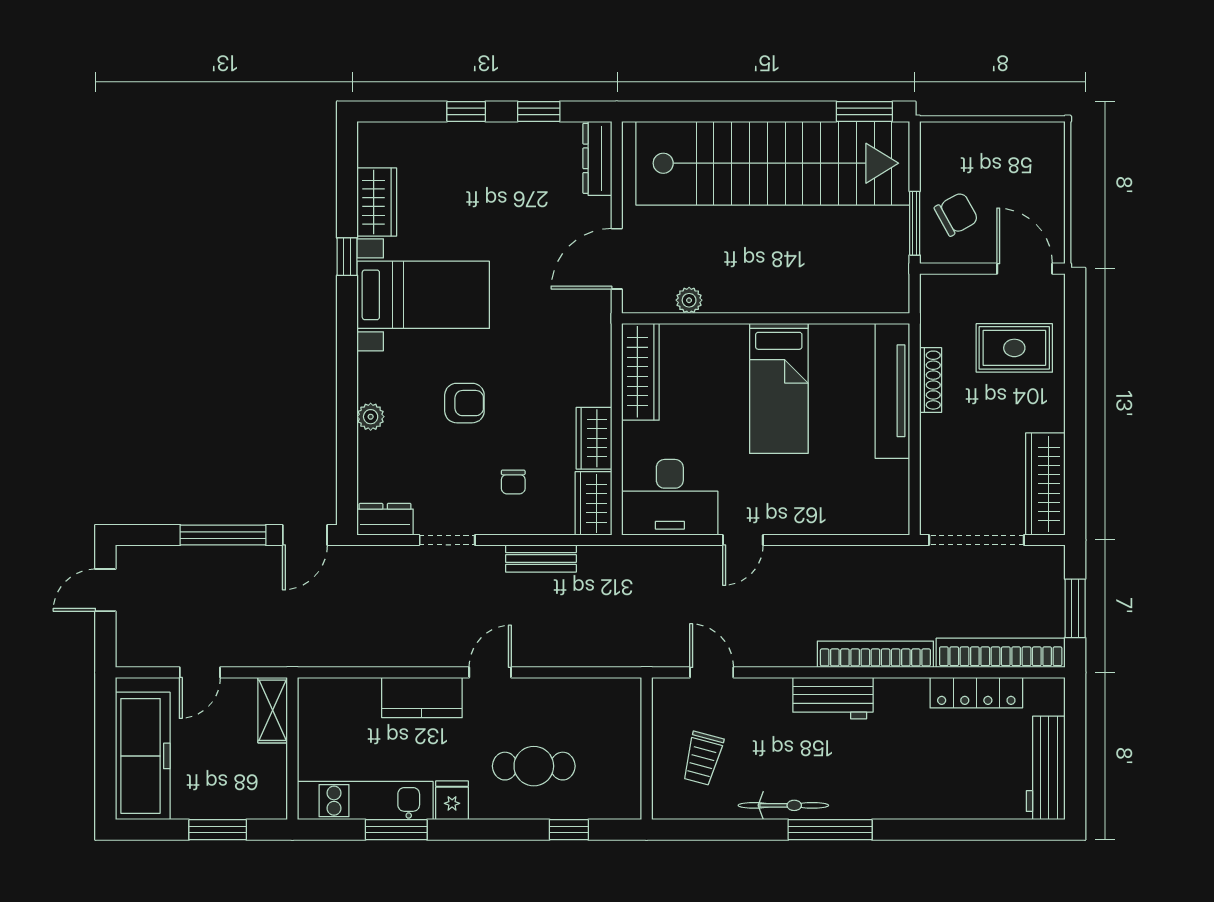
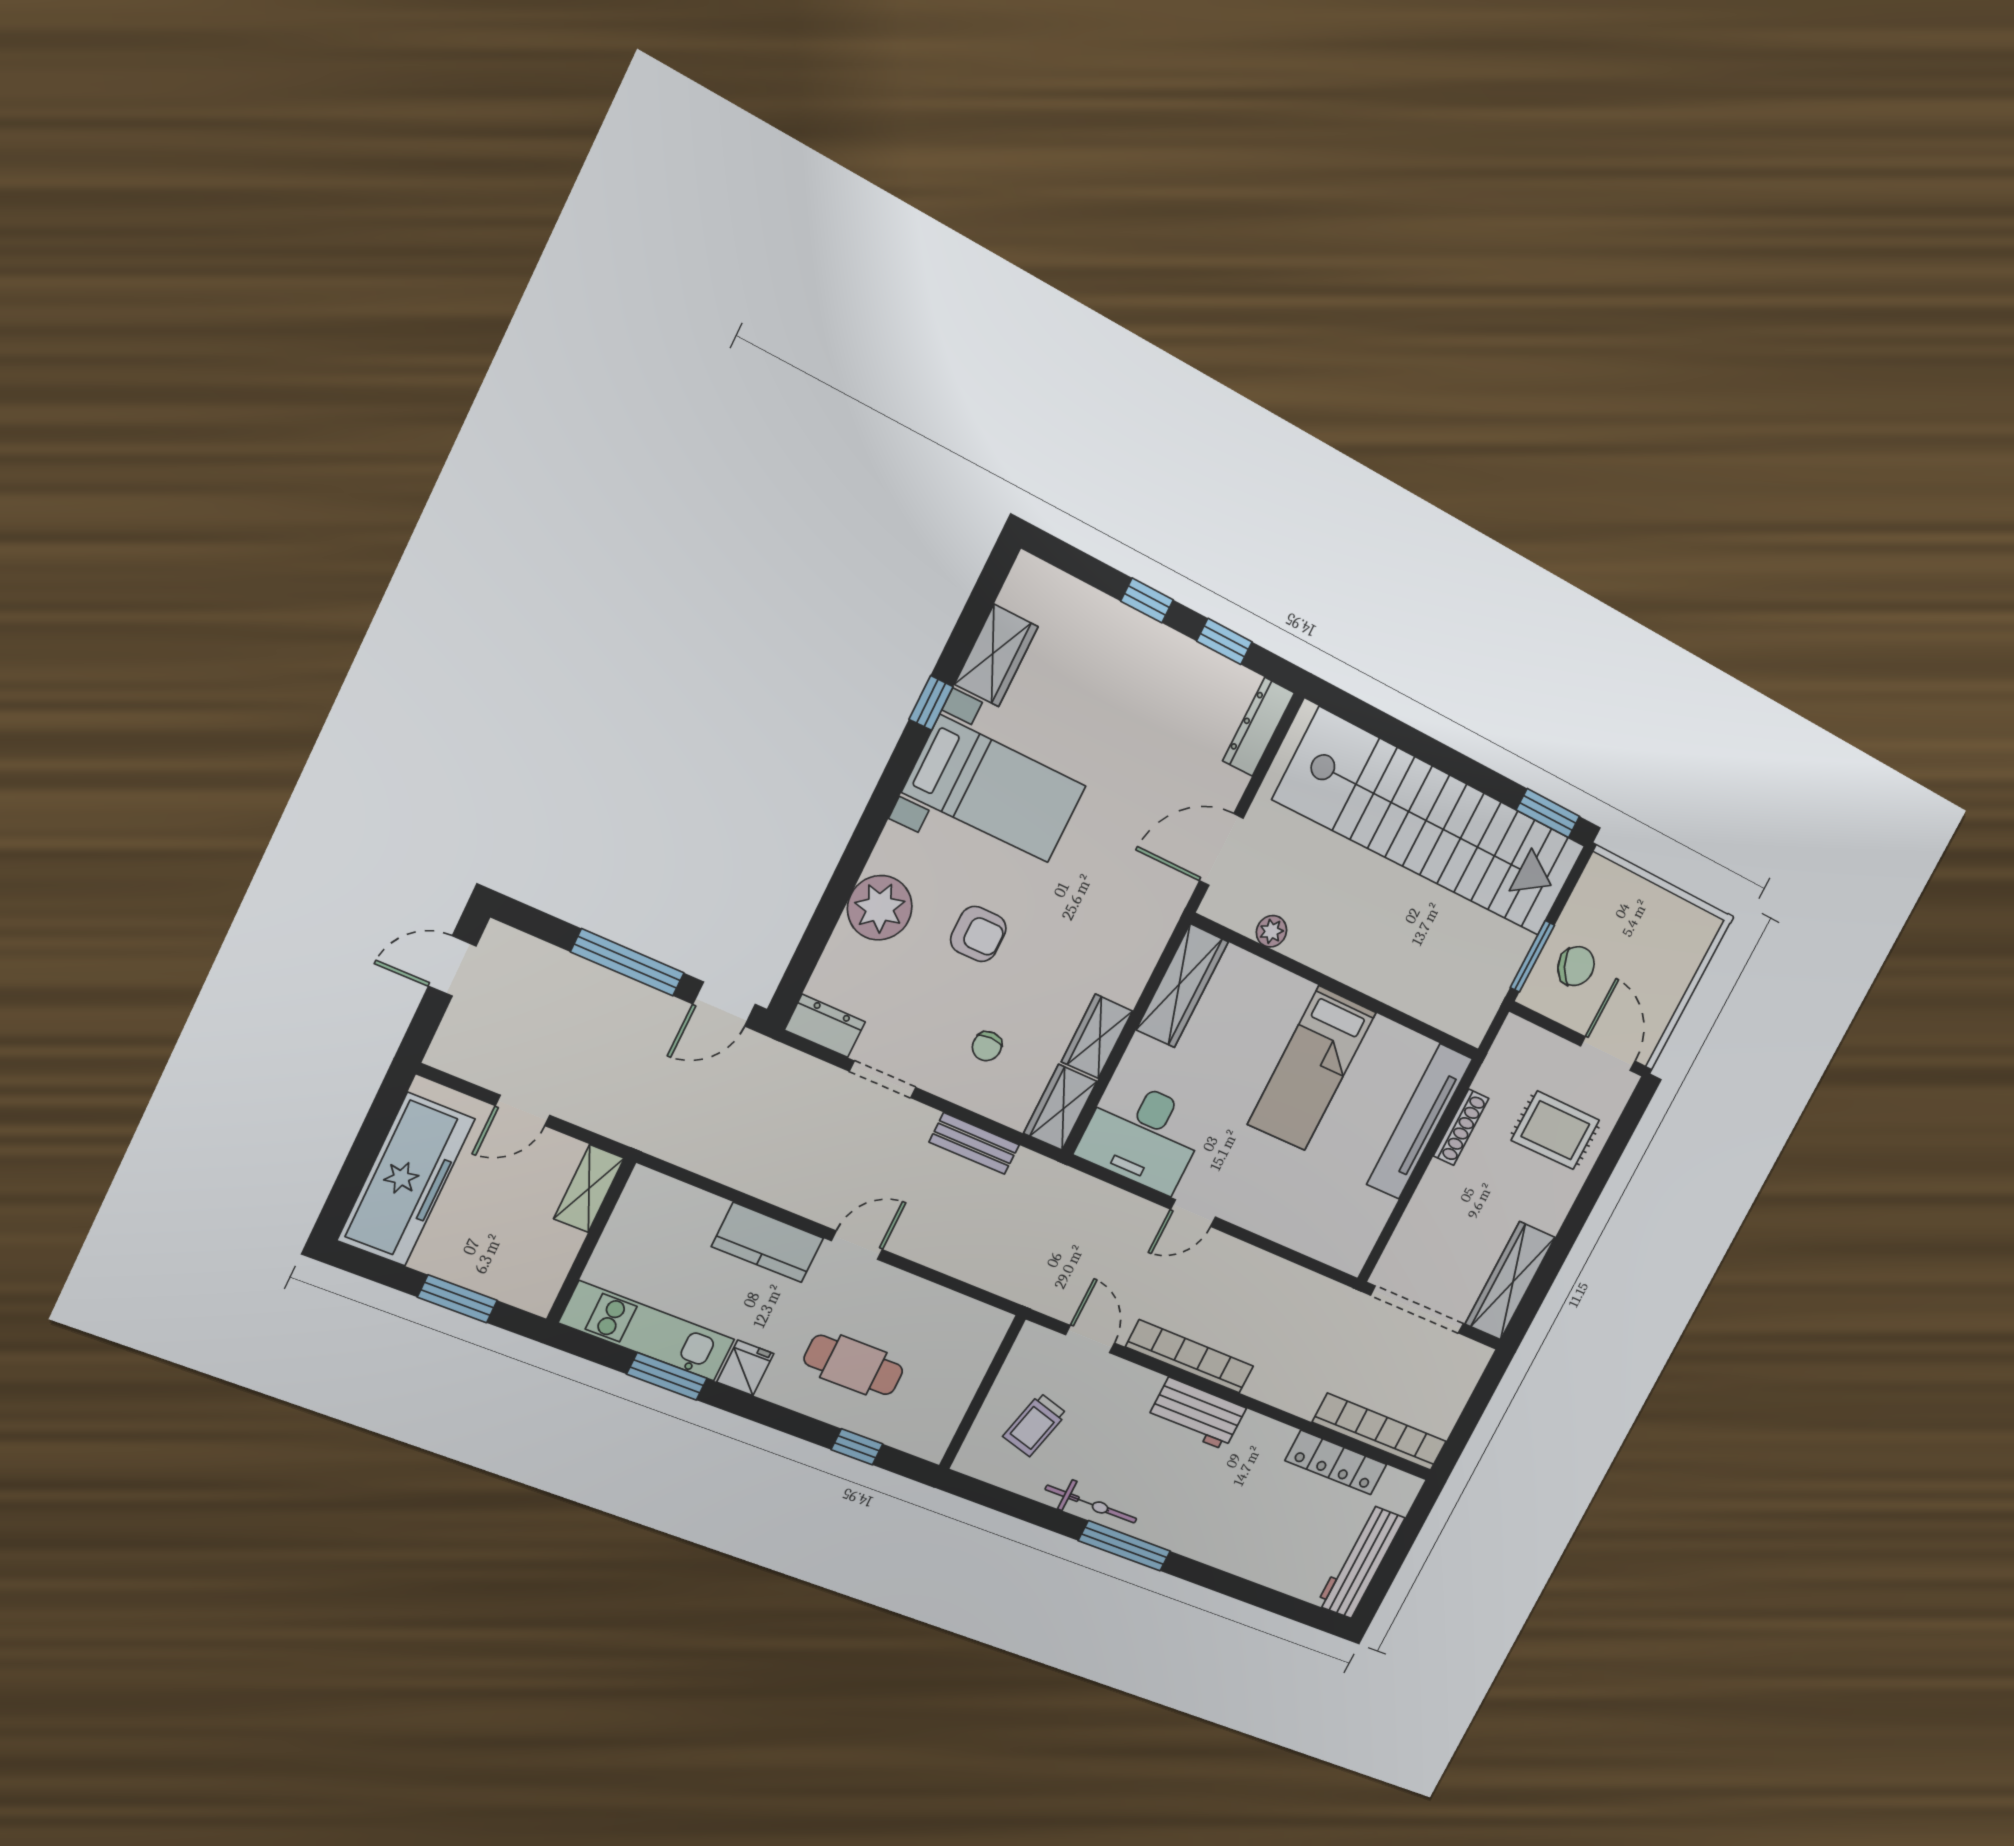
plant: (371, 417) -> (880, 908), width x1.88, depth x1.88
window: (1075, 608) -> (1471, 1416), removed
bookcase: (875, 654) -> (1190, 1357), moved

